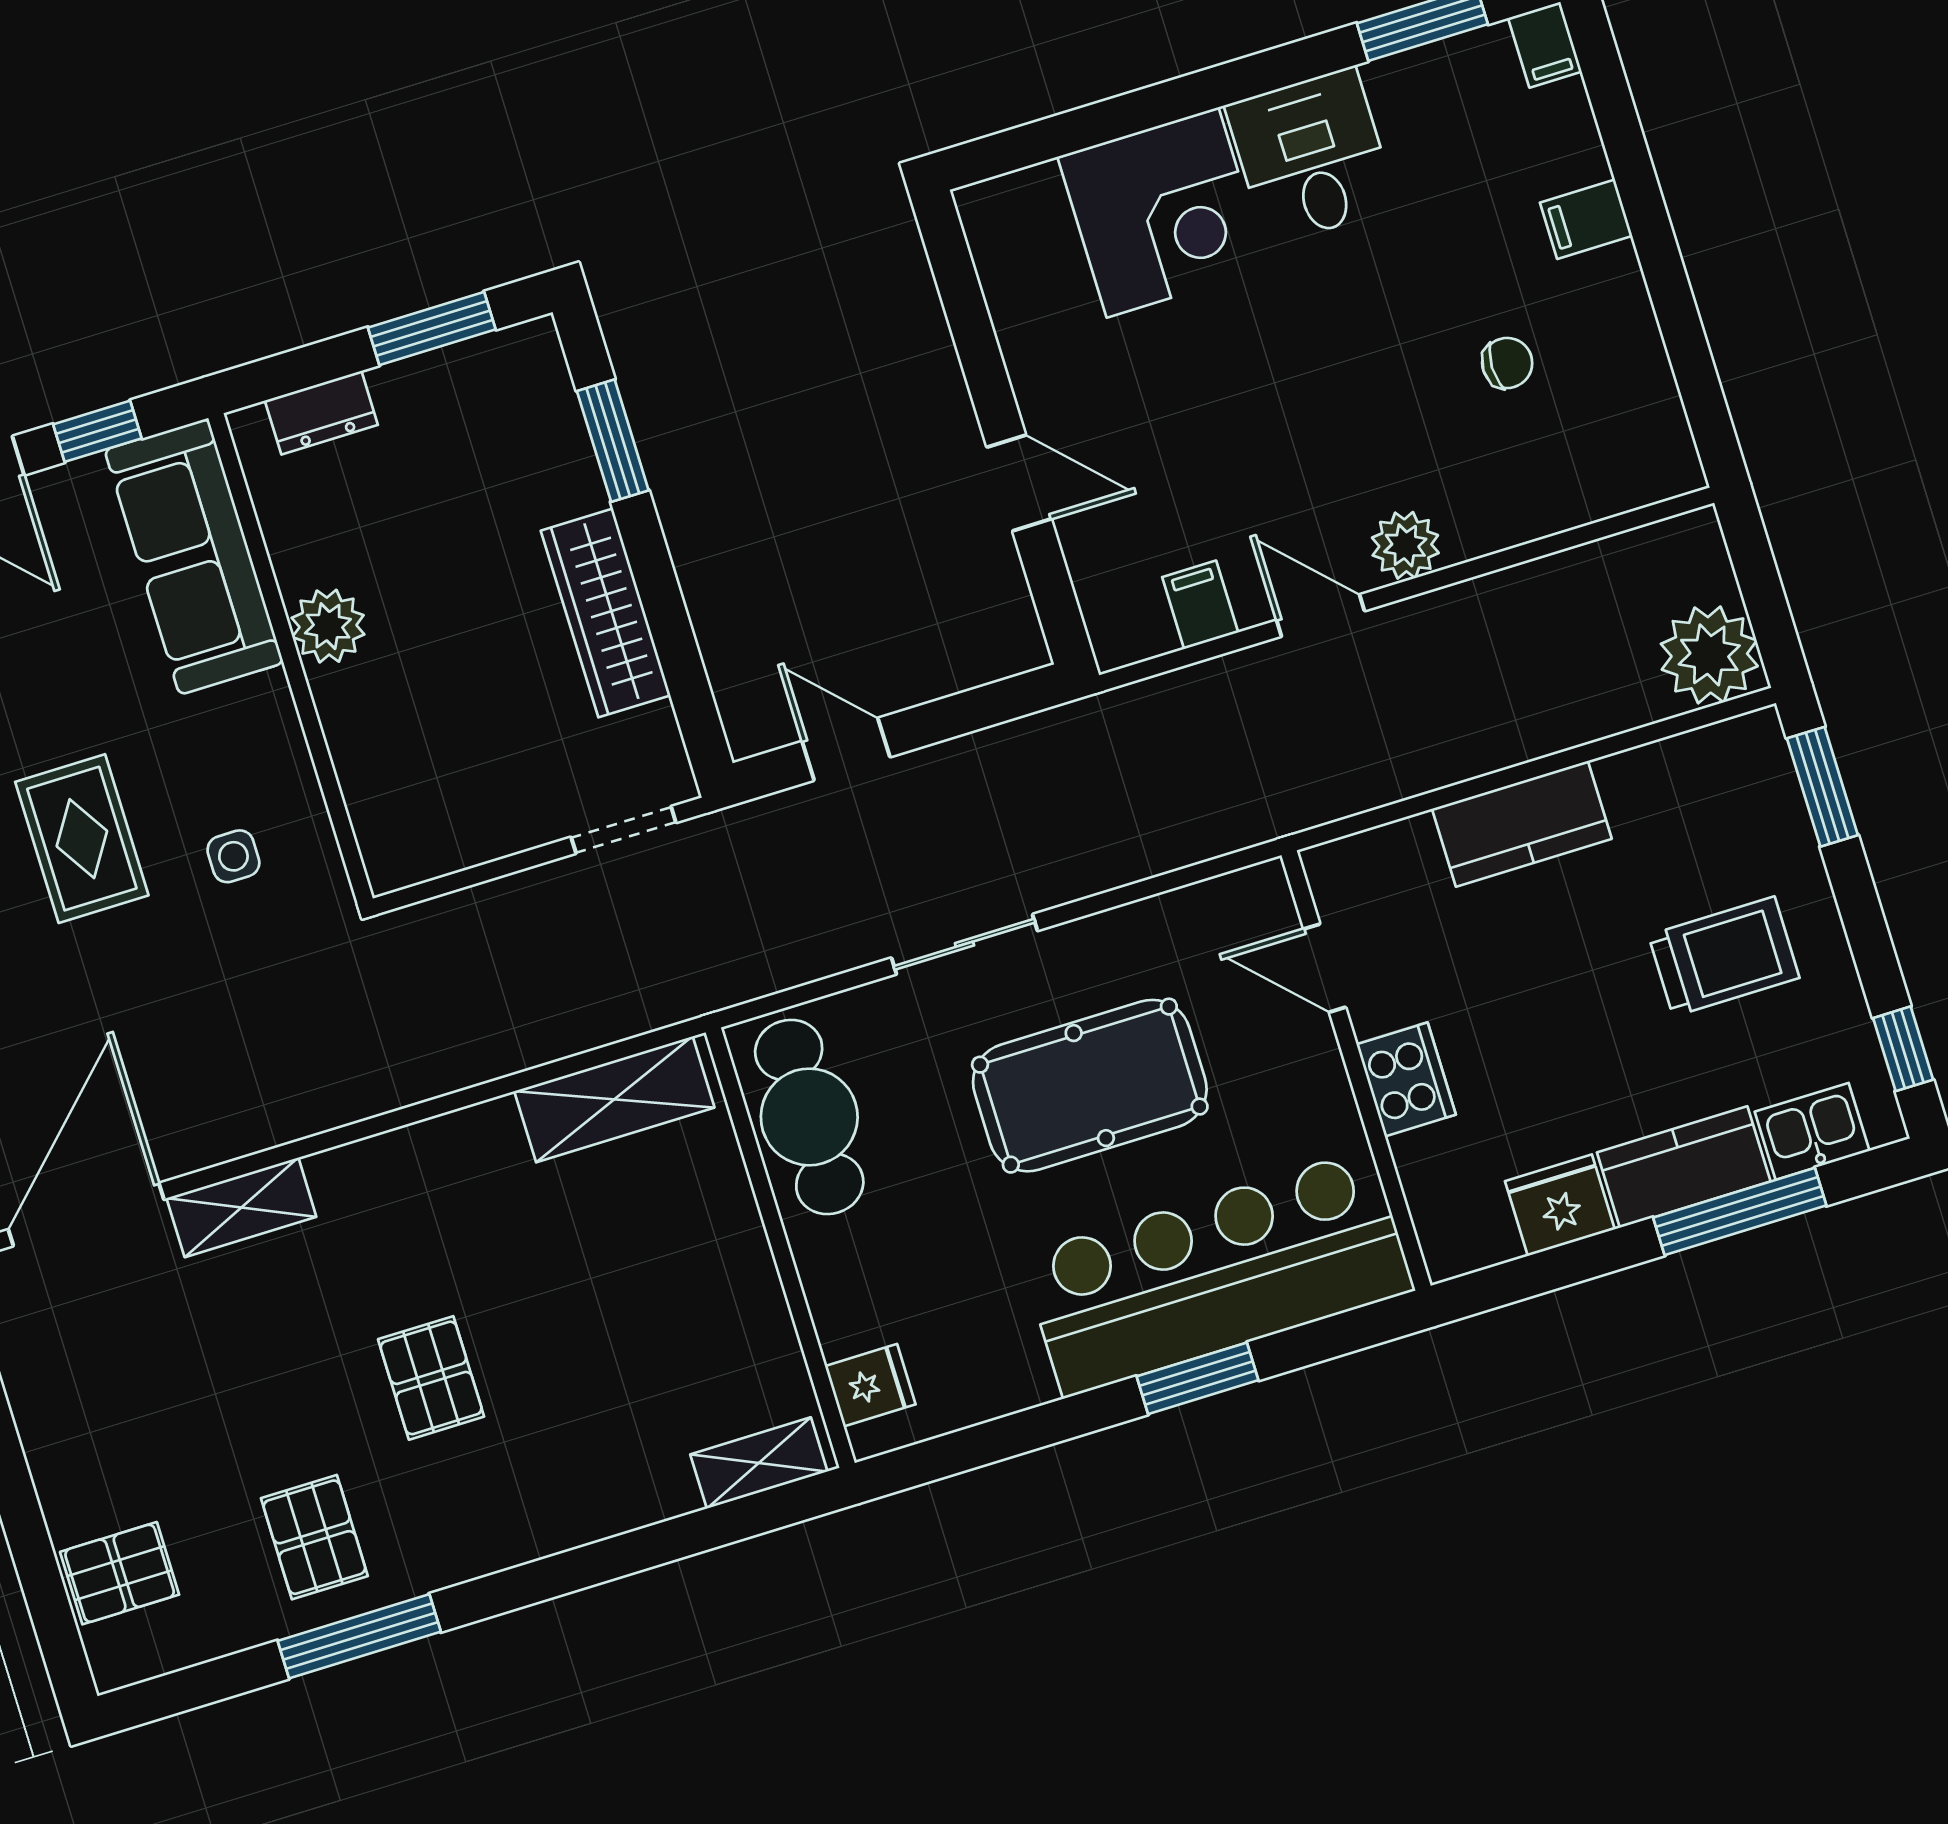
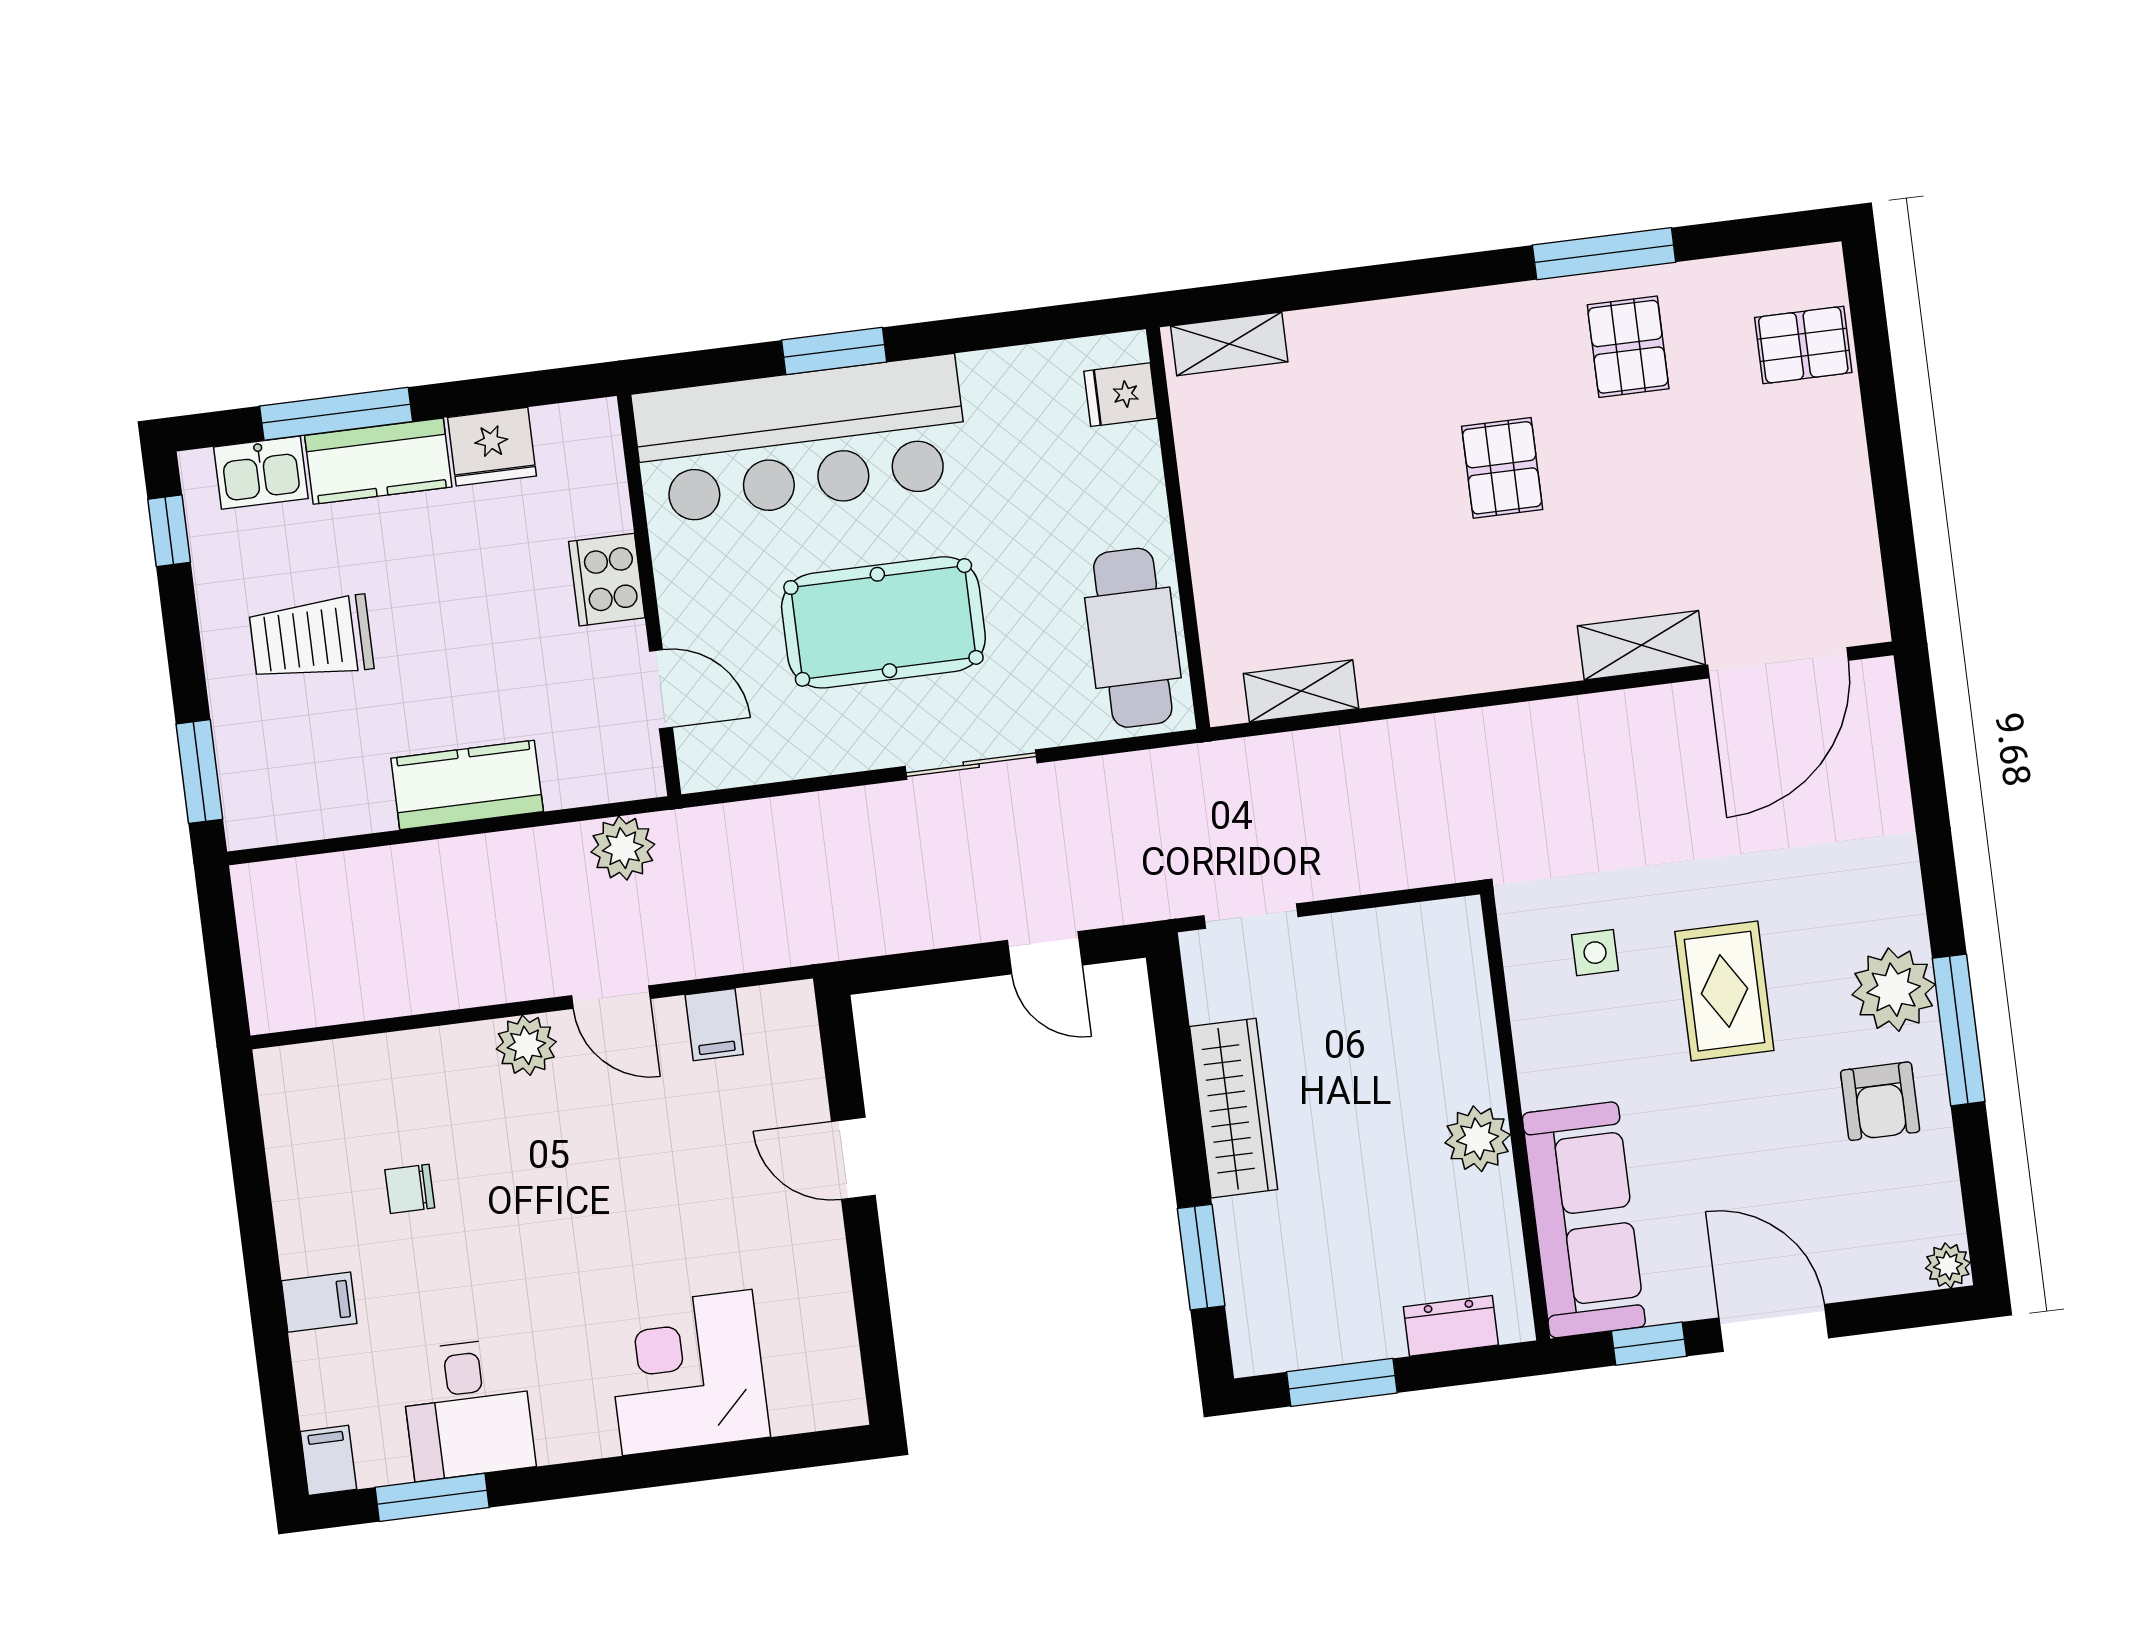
desk: (1311, 156) -> (468, 1409), moved
plant: (1709, 655) -> (623, 848), moved, width x0.73, depth x0.73
shelving: (614, 1099) -> (1301, 691), width x0.67, depth x0.75

